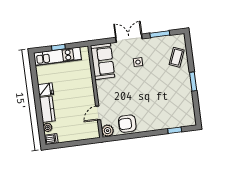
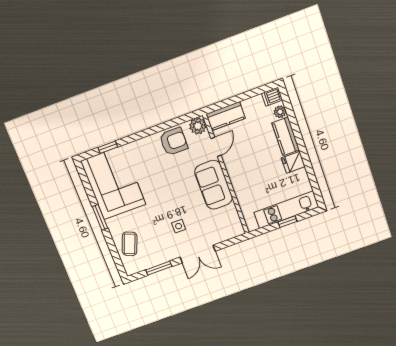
sofa: (103, 61) -> (214, 185), moved
corner sofa: (177, 104) -> (113, 183), added
kitchen counter: (87, 133) -> (226, 116), added

